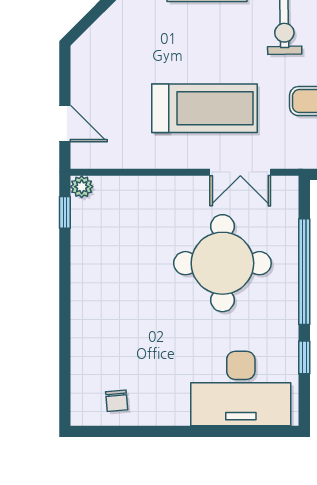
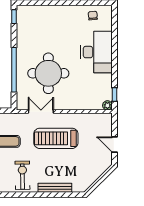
door: (65, 124) -> (114, 145), moved
window: (304, 357) -> (14, 17), moved
desk: (241, 389) -> (96, 52), moved, turned 90

